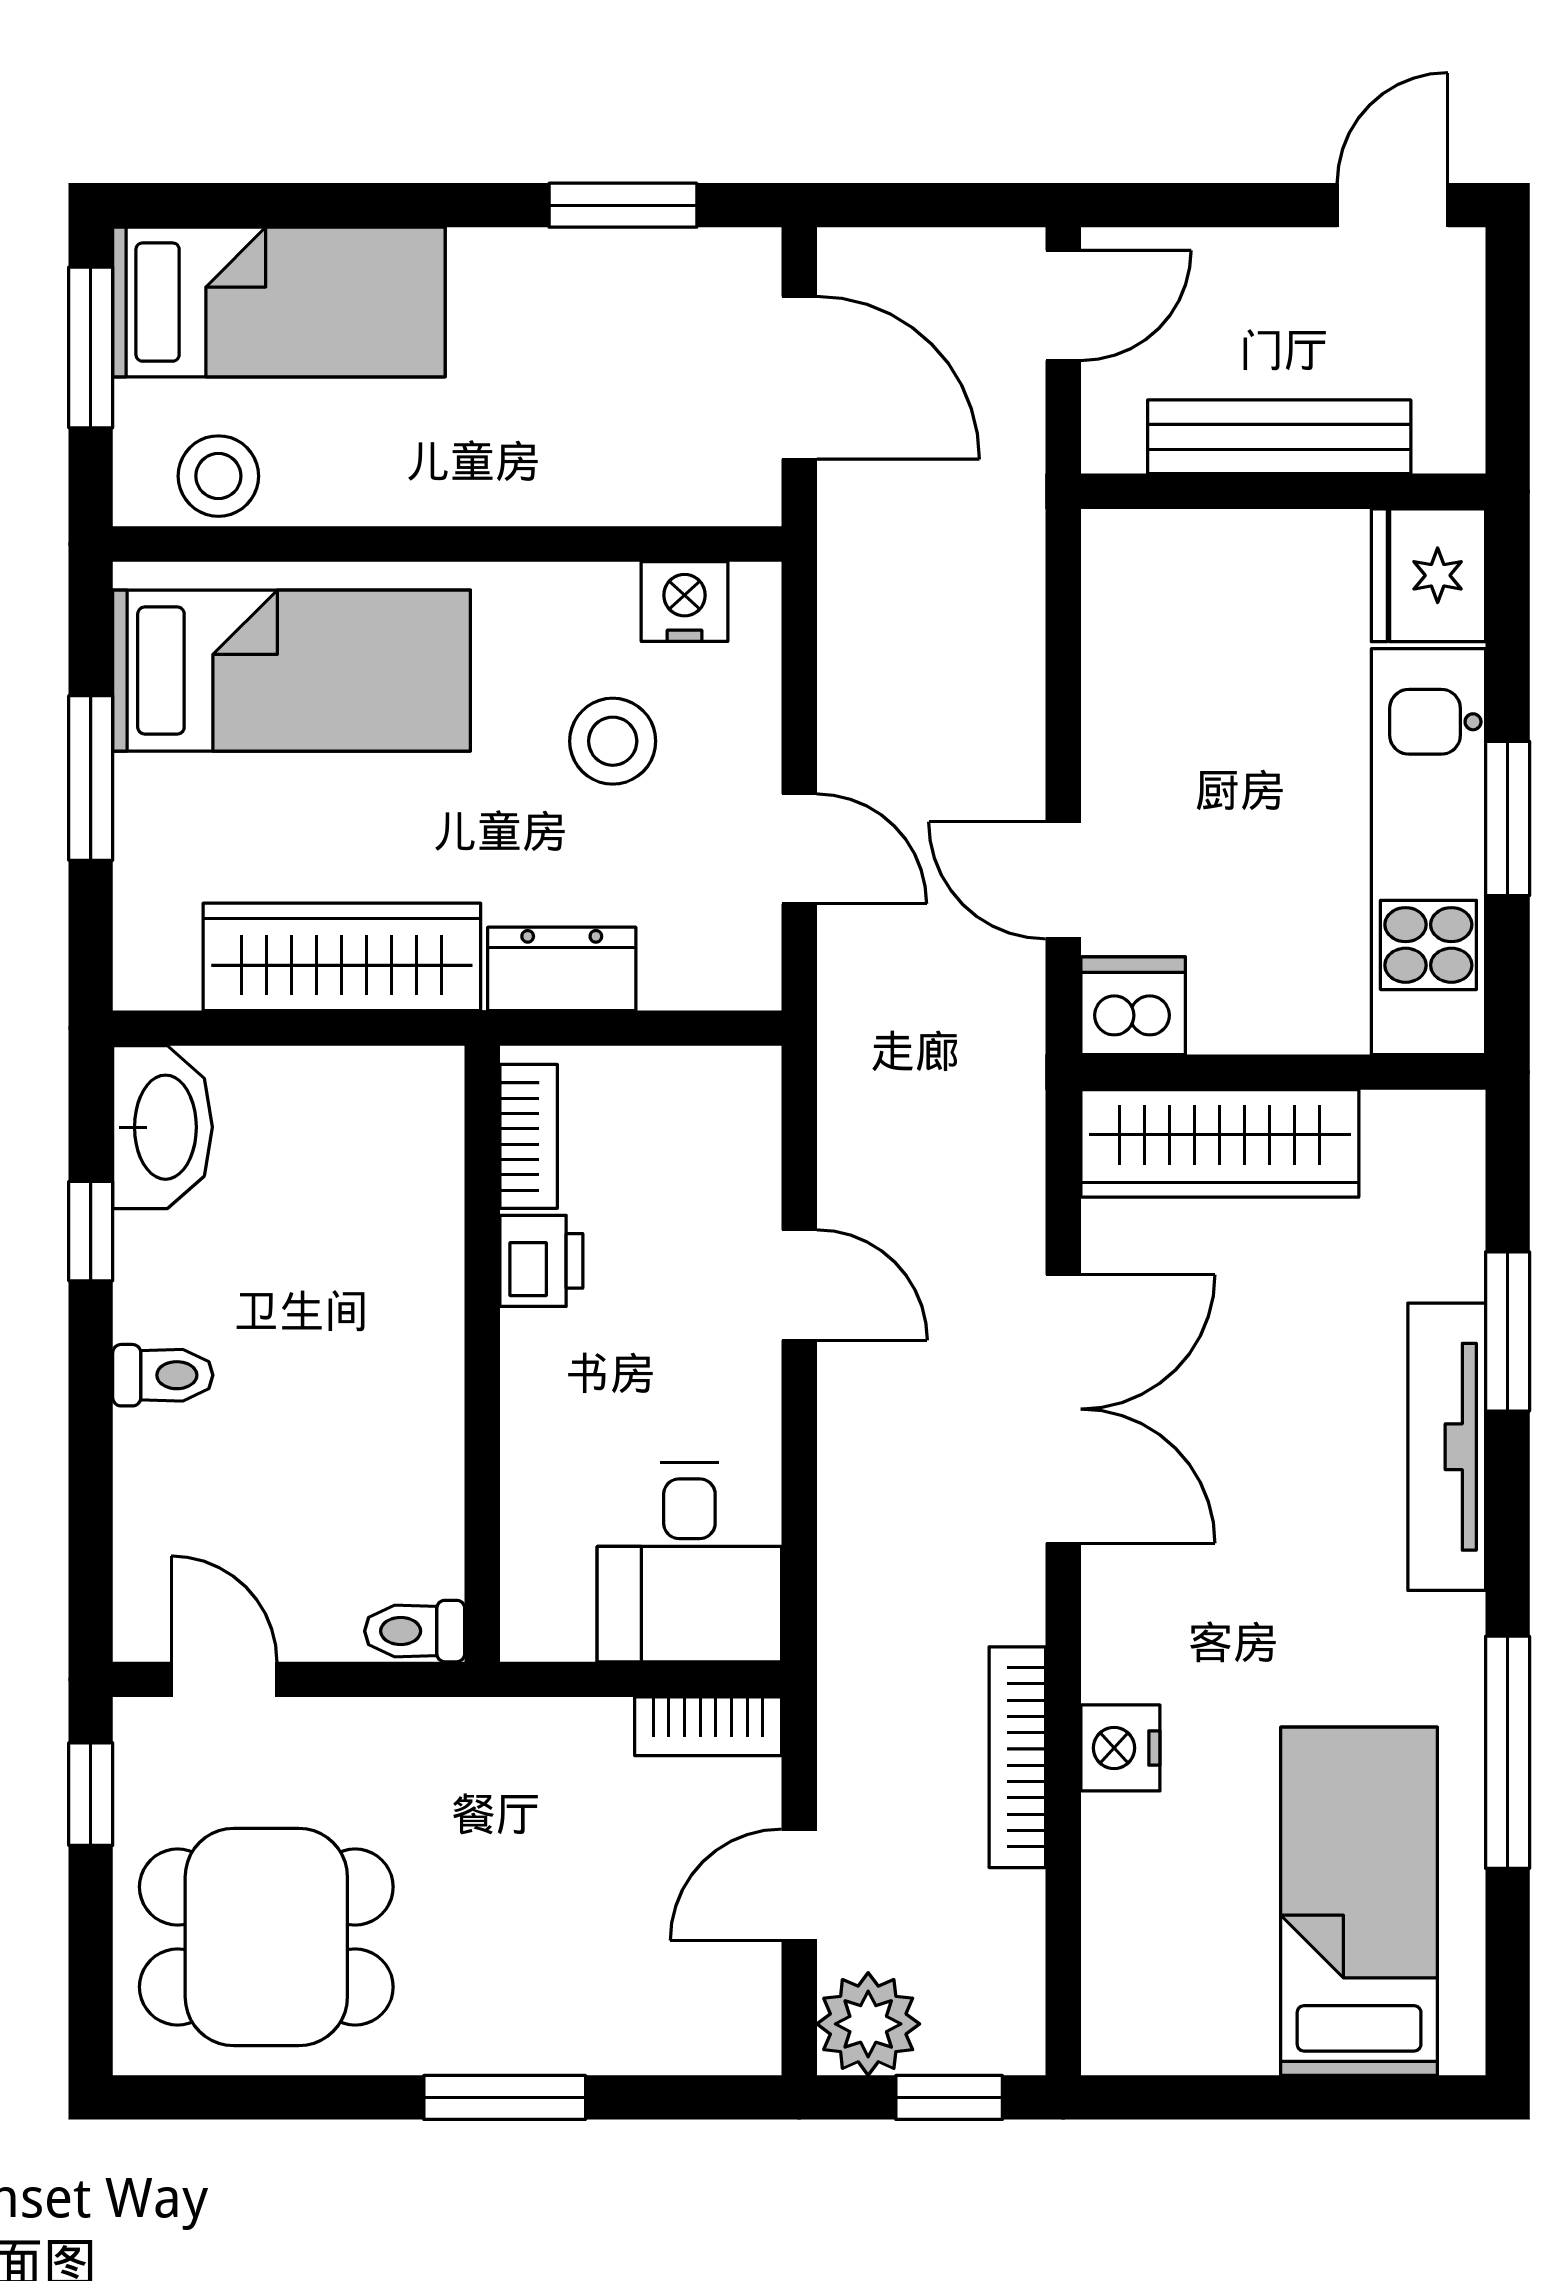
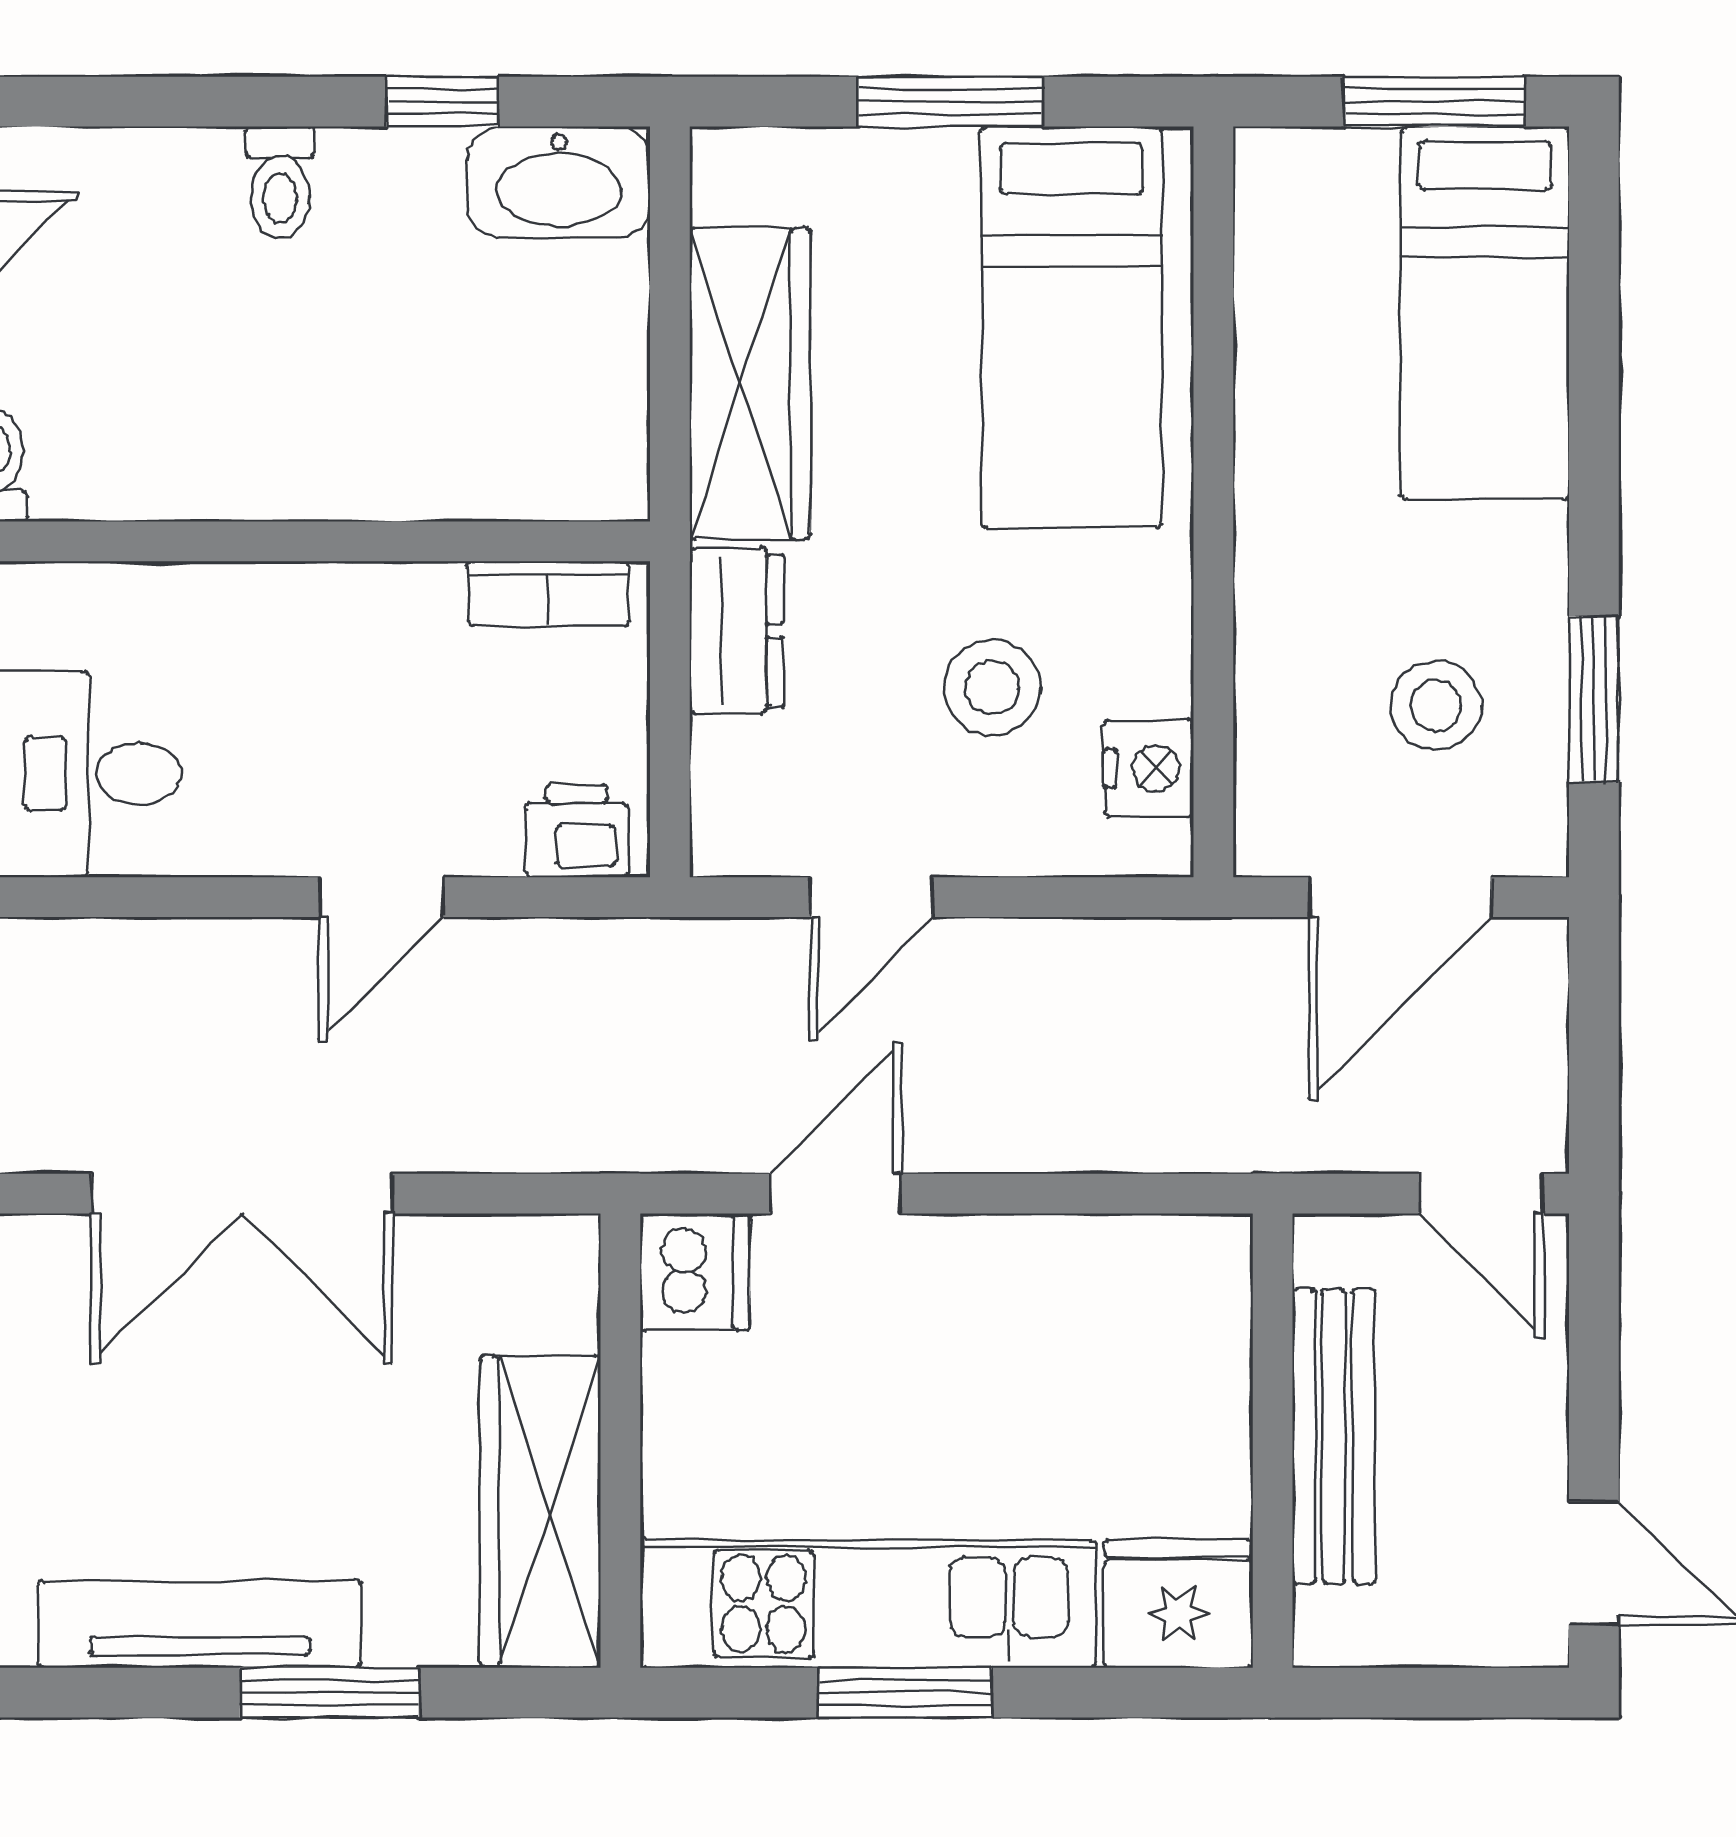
stool: (218, 476) -> (1436, 706), moved
wardrobe: (1220, 1143) -> (540, 1512), moved
printer: (541, 1261) -> (577, 831), moved, turned 180

